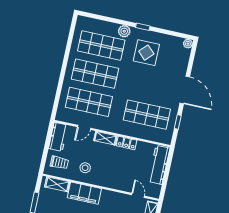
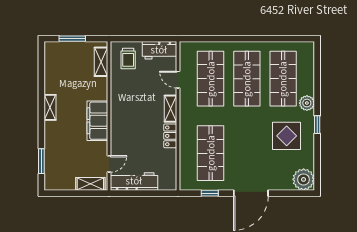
plant: (188, 44) -> (304, 179), width x1.88, depth x1.88
workbench: (159, 165) -> (134, 181), moved
stool: (85, 168) -> (129, 92), removed
filing cabinet: (84, 193) -> (97, 121), moved

